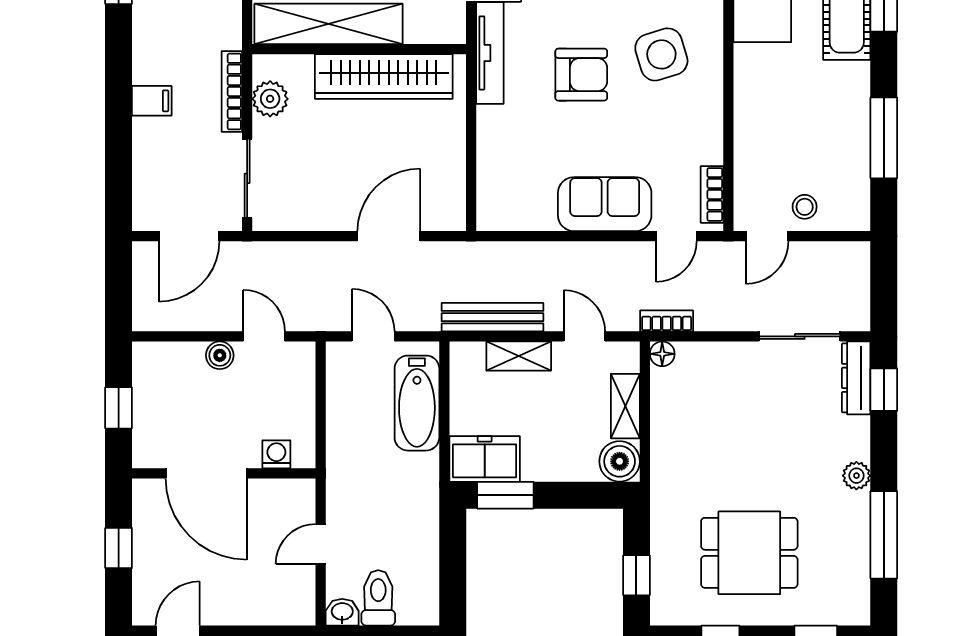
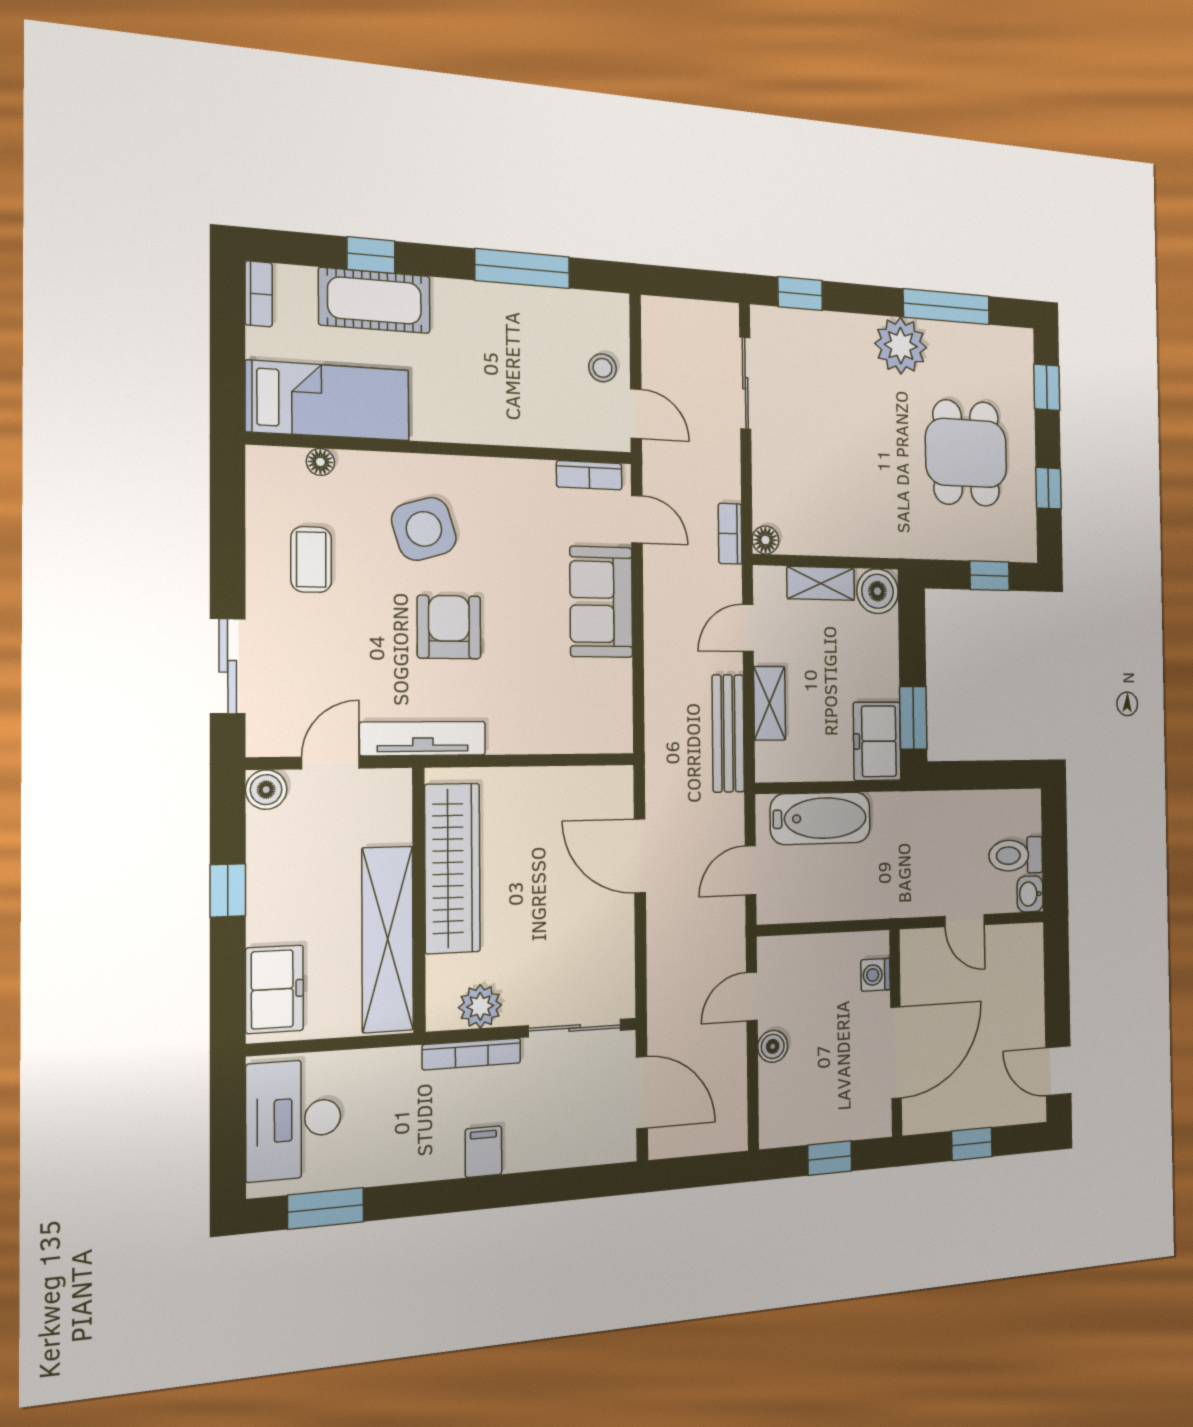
dresser: (856, 378) -> (788, 323), removed
plant: (856, 476) -> (901, 346), width x1.87, depth x1.87

